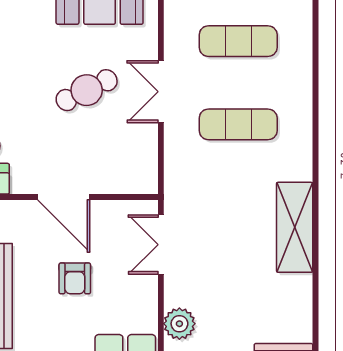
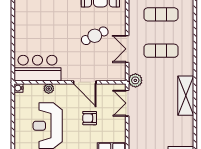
double door: (161, 92) -> (127, 49), moved
armchair: (75, 278) -> (90, 118), turned 90
plant: (179, 324) -> (135, 80), moved

